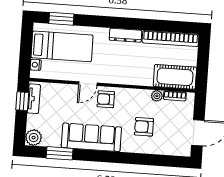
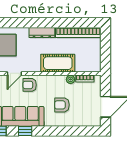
cot: (175, 77) -> (58, 63), moved
window: (96, 156) -> (25, 131), added

